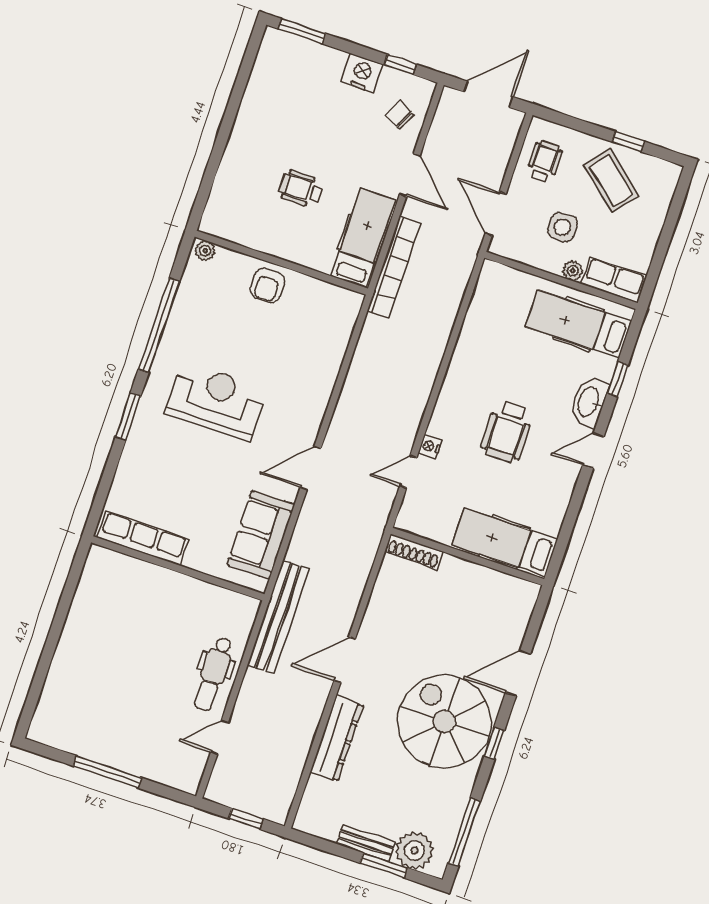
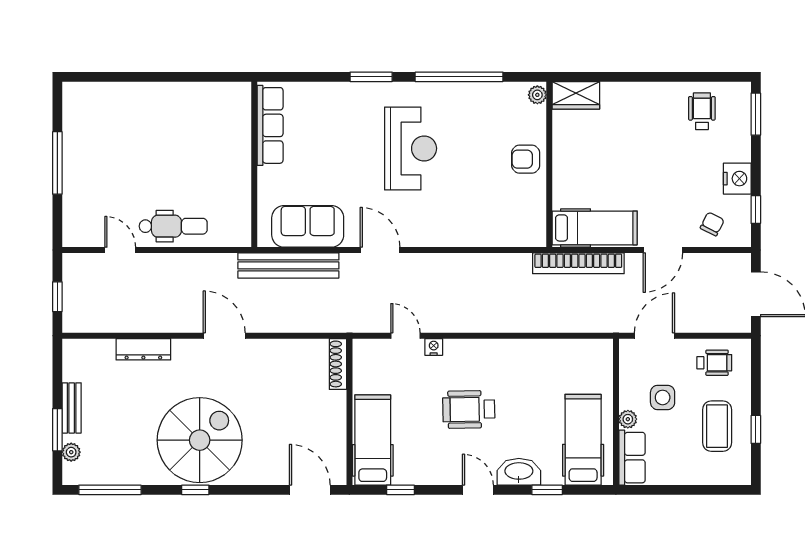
coffee table: (611, 181) -> (717, 426), turned -40
wheelchair: (301, 189) -> (702, 111), moved
wardrobe: (219, 211) -> (576, 95), added
window: (566, 531) -> (400, 490), added
bench: (278, 617) -> (288, 265), moved
door: (518, 673) -> (310, 490), moved
dental chair: (213, 674) -> (173, 226), turned 180
dresser: (337, 739) -> (143, 349), width x0.73, depth x0.80
plant: (415, 851) -> (71, 452), width x0.53, depth x0.53

